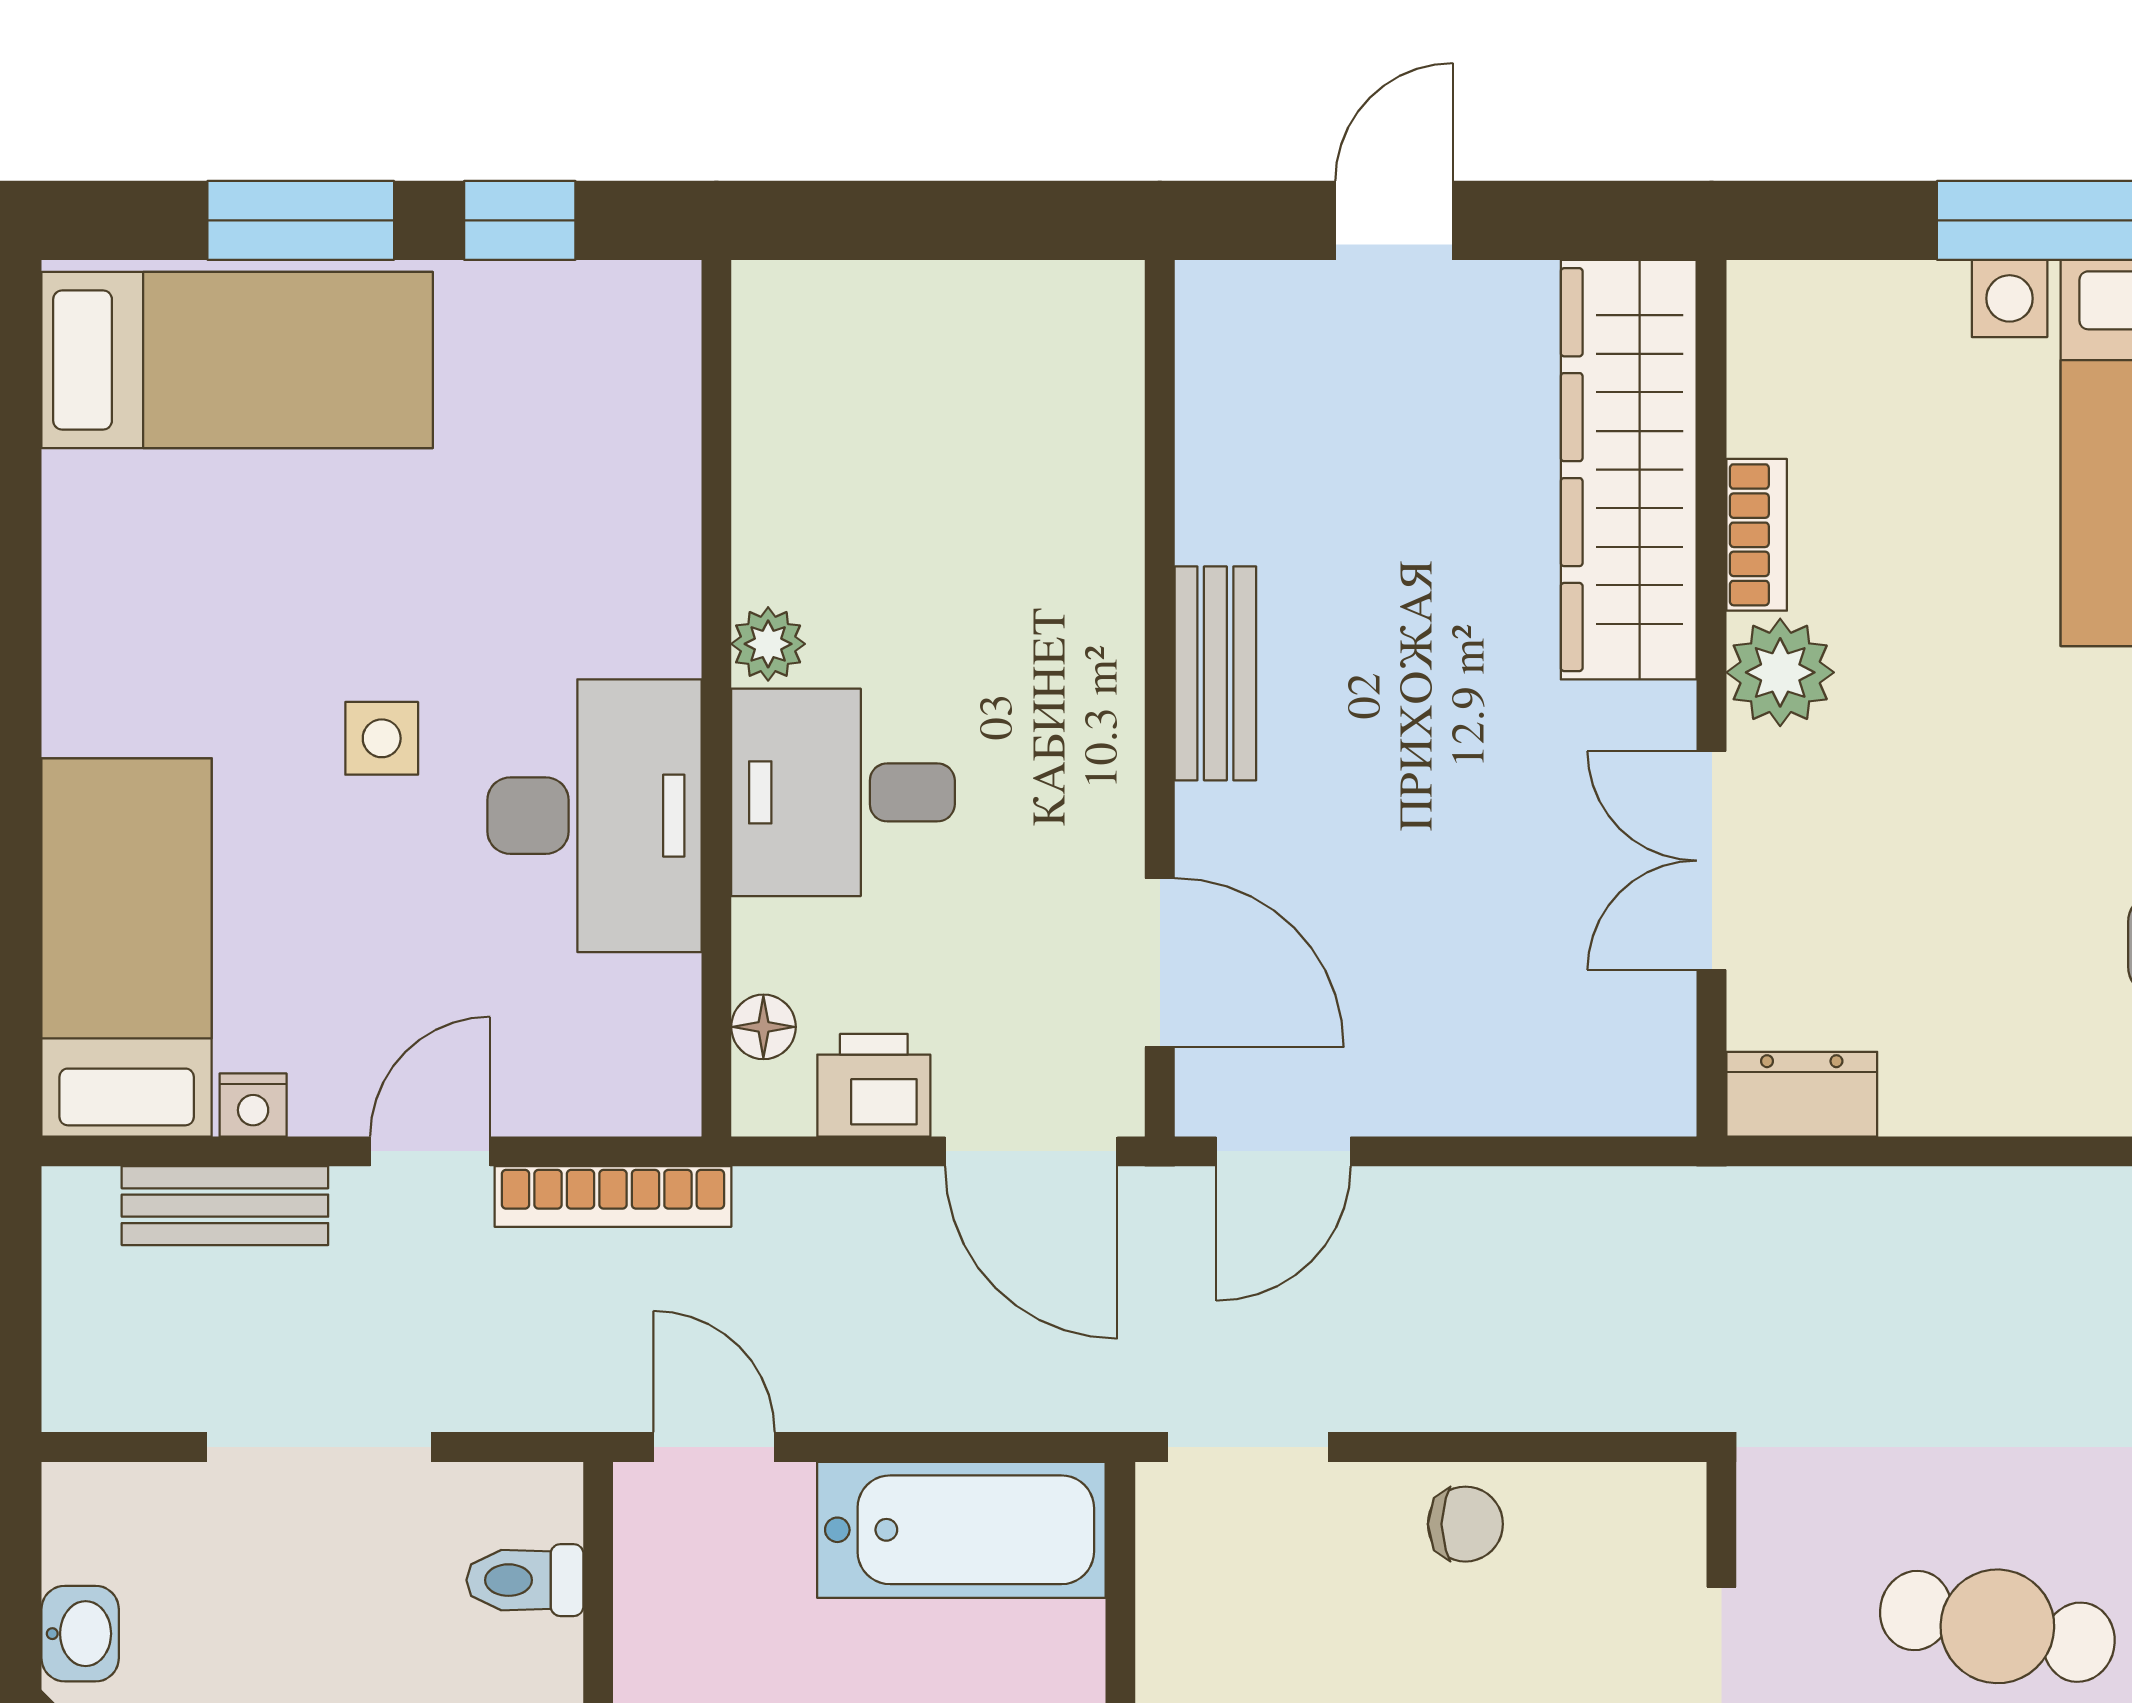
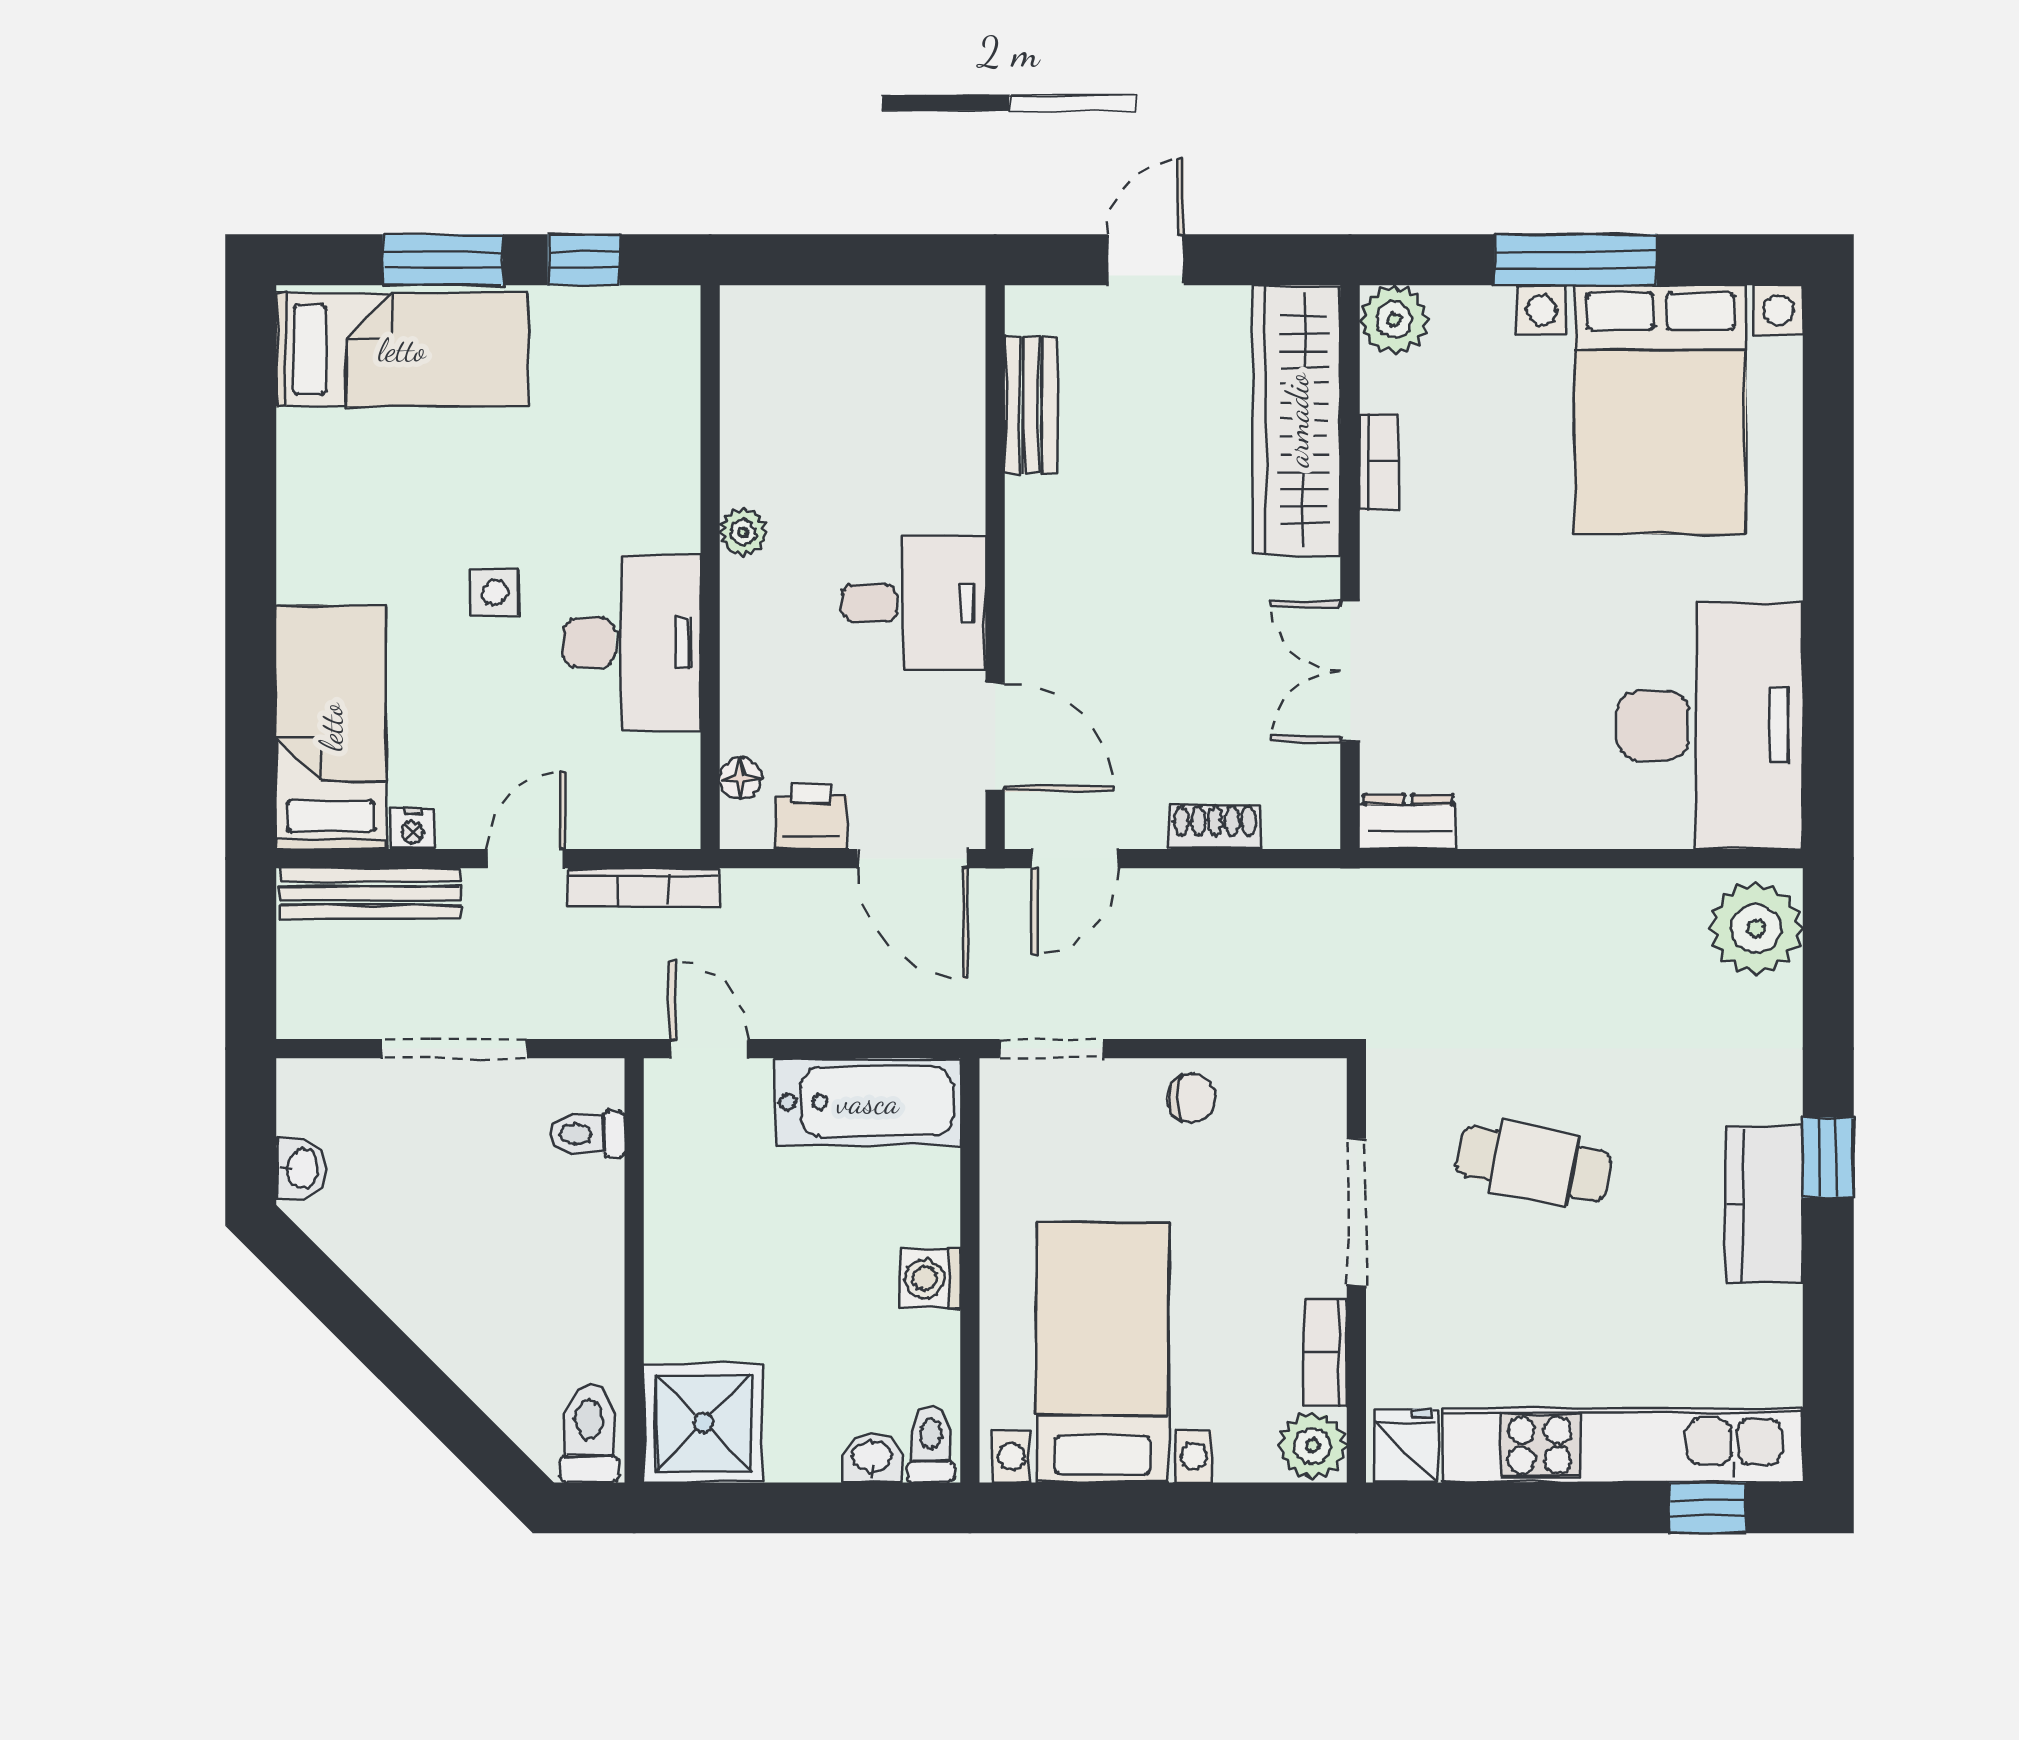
plant: (1780, 672) -> (1394, 320), moved
bench: (1215, 673) -> (1031, 405), moved
desk: (843, 792) -> (914, 603), moved, turned 180
shoe rack: (1502, 1102) -> (1215, 827), added
bench: (225, 1206) -> (370, 893), width x1.36

